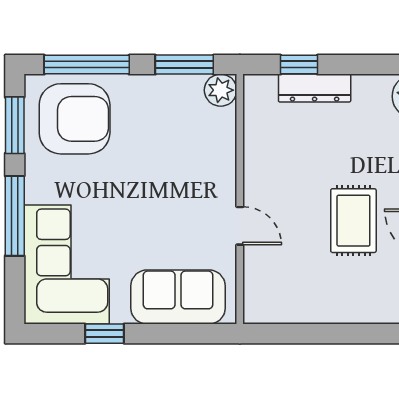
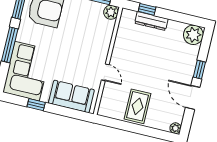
rug: (353, 221) -> (137, 106), moved

